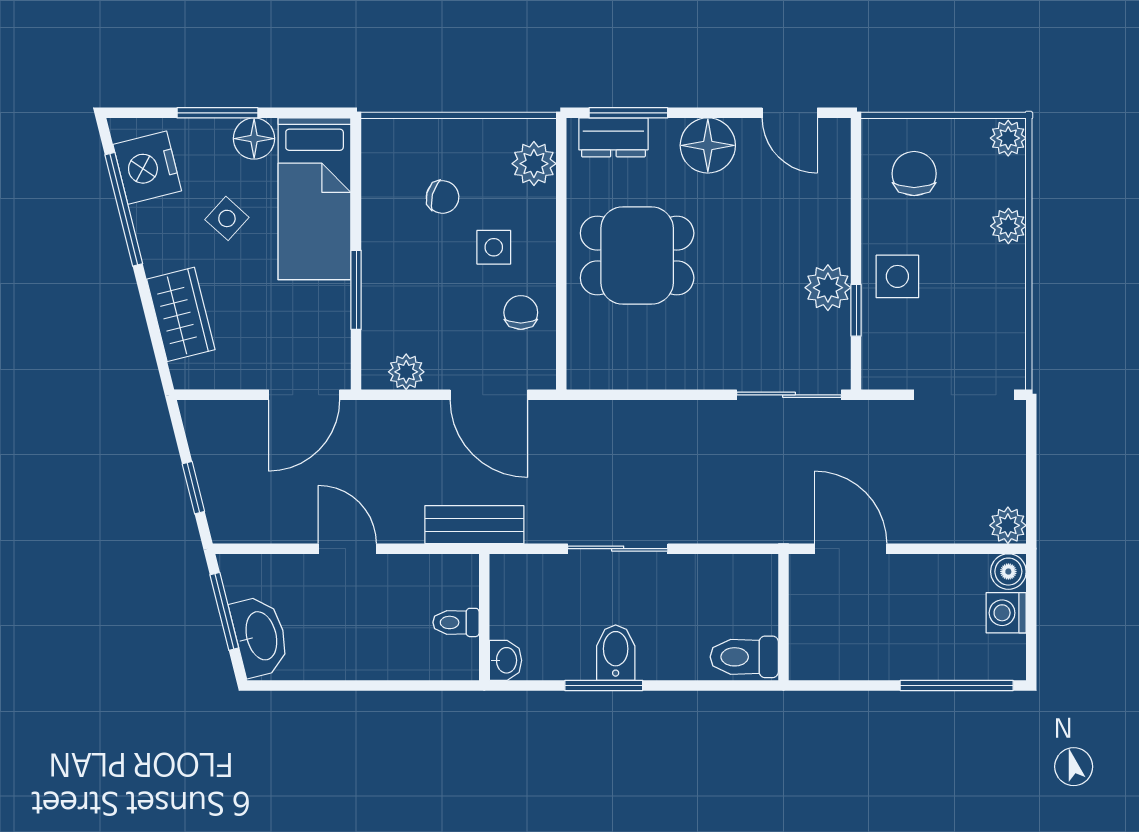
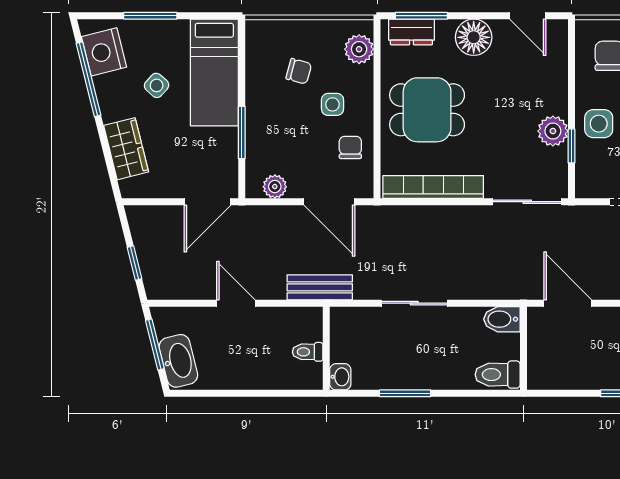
floor lamp: (254, 139) -> (174, 33), removed
bookcase: (646, 372) -> (433, 187), added
bidet: (616, 653) -> (502, 319), moved, turned -90

